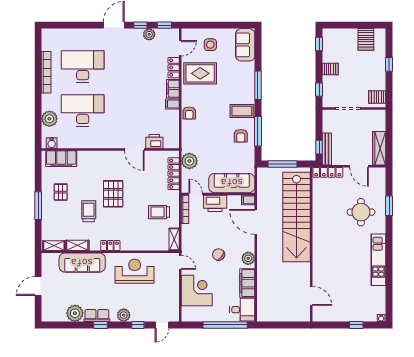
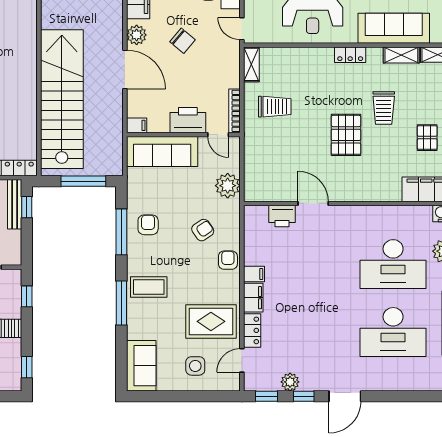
coffee table: (242, 111) -> (149, 287), moved
armchair: (205, 132) -> (203, 230), added
locker: (174, 174) -> (252, 166), removed
door: (256, 222) -> (125, 69), moved

